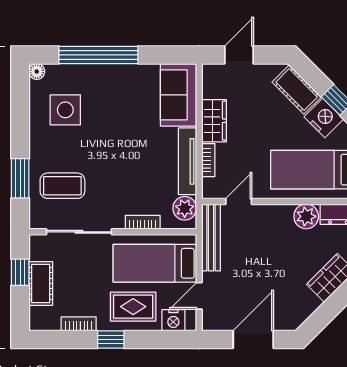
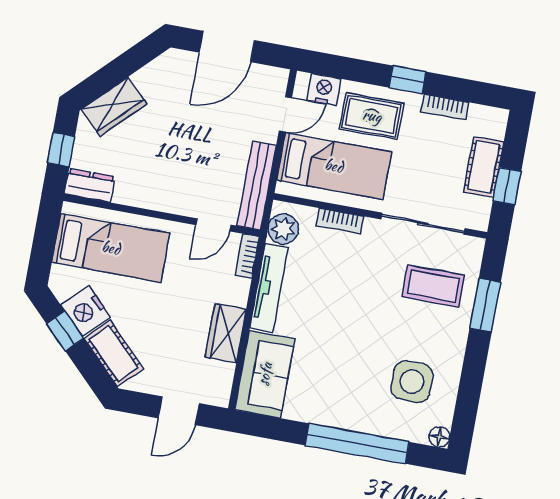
bookcase: (208, 160) -> (247, 256), moved
plant: (306, 216) -> (131, 190), removed

